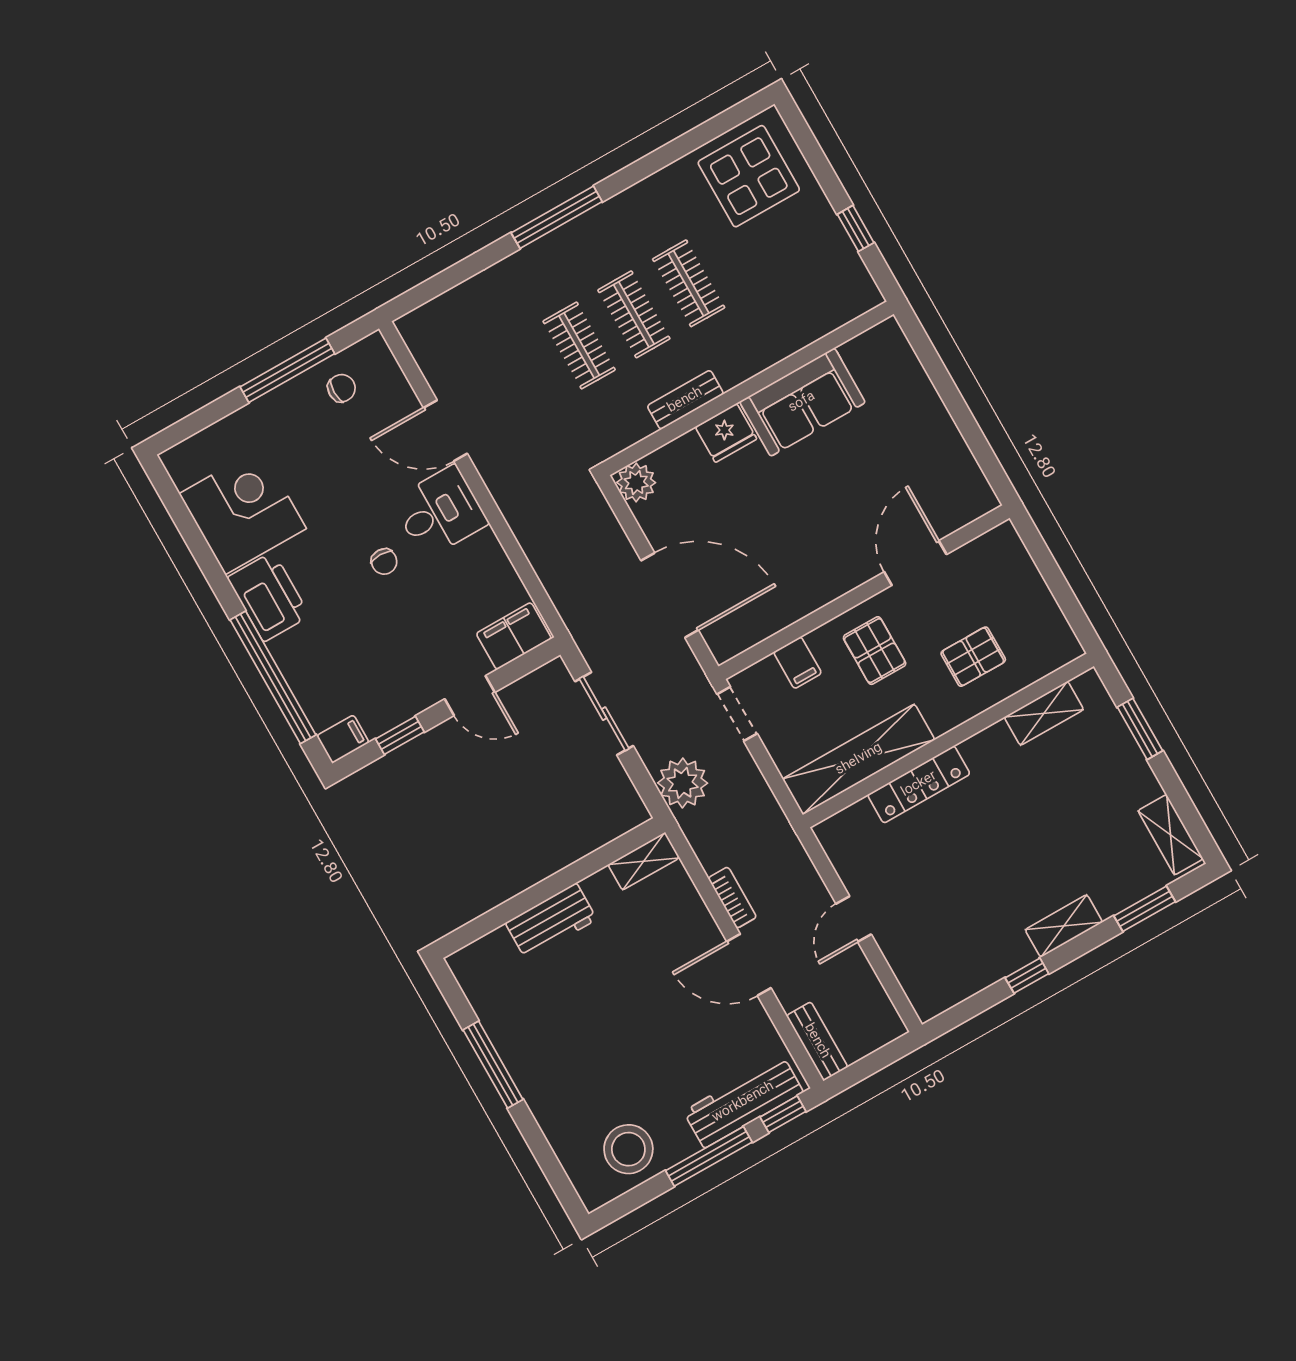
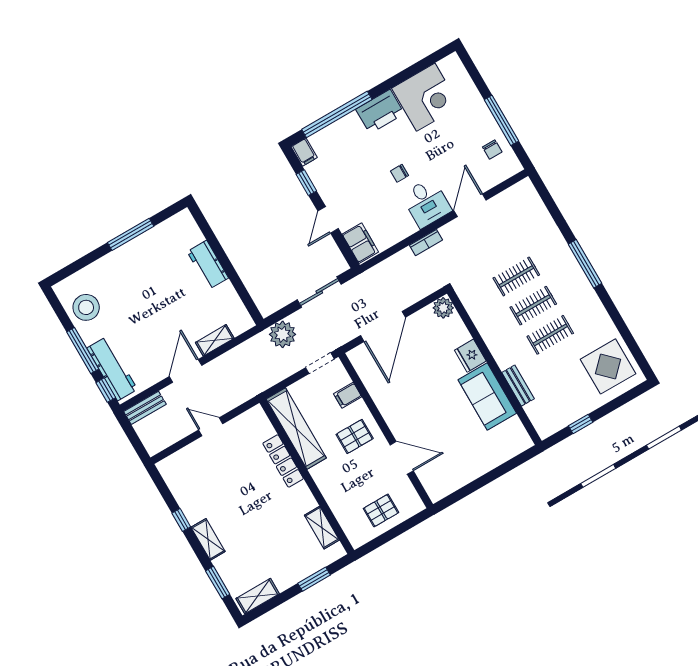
bench: (685, 400) -> (518, 386), moved
pallet: (973, 657) -> (381, 511), moved, turned 90
shelving: (644, 861) -> (215, 340), moved, turned 90
bookcase: (732, 898) -> (426, 243), moved

